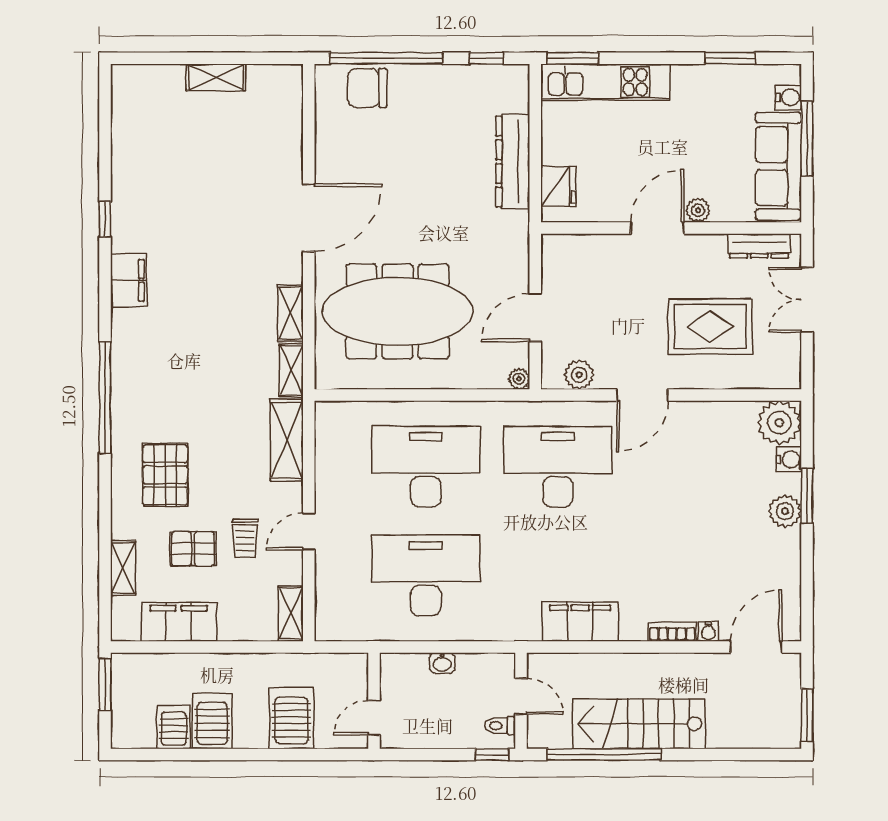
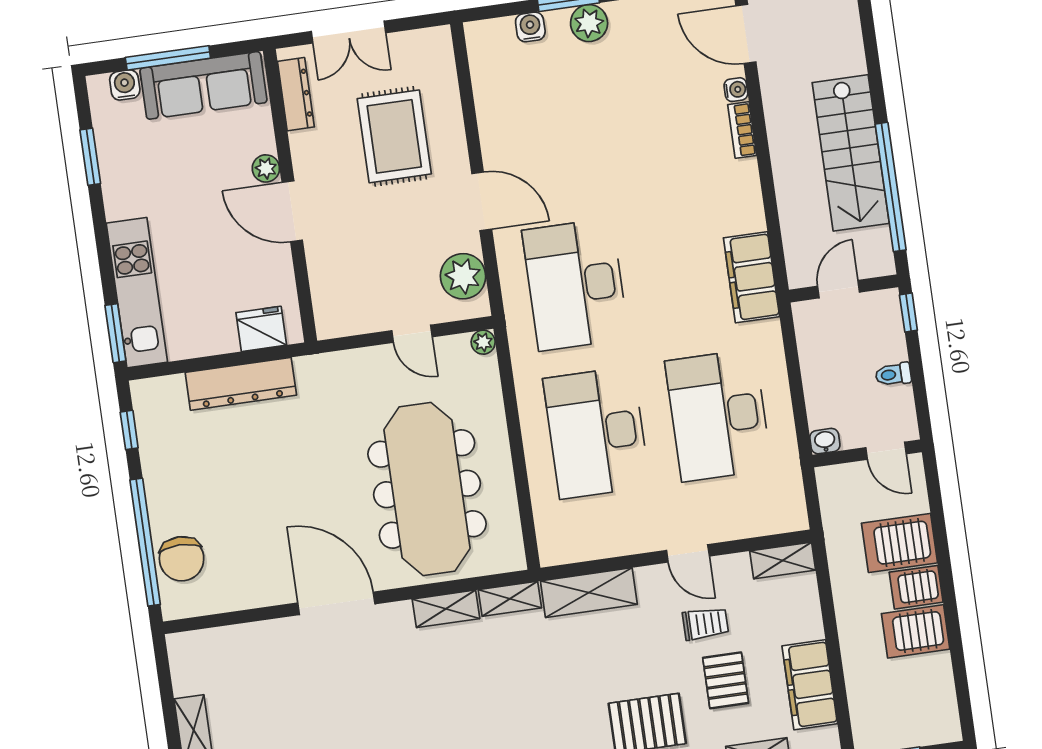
door: (535, 318) -> (412, 334), width x0.73
plant: (579, 375) -> (463, 276), width x1.36, depth x1.36
plant: (779, 423) -> (491, 43), removed
filing cabinet: (580, 622) -> (751, 277), moved
washbasin: (442, 663) -> (825, 441), moved, turned -90
toilet: (500, 726) -> (893, 374), moved, turned 90
server rack: (174, 727) -> (916, 587), moved

